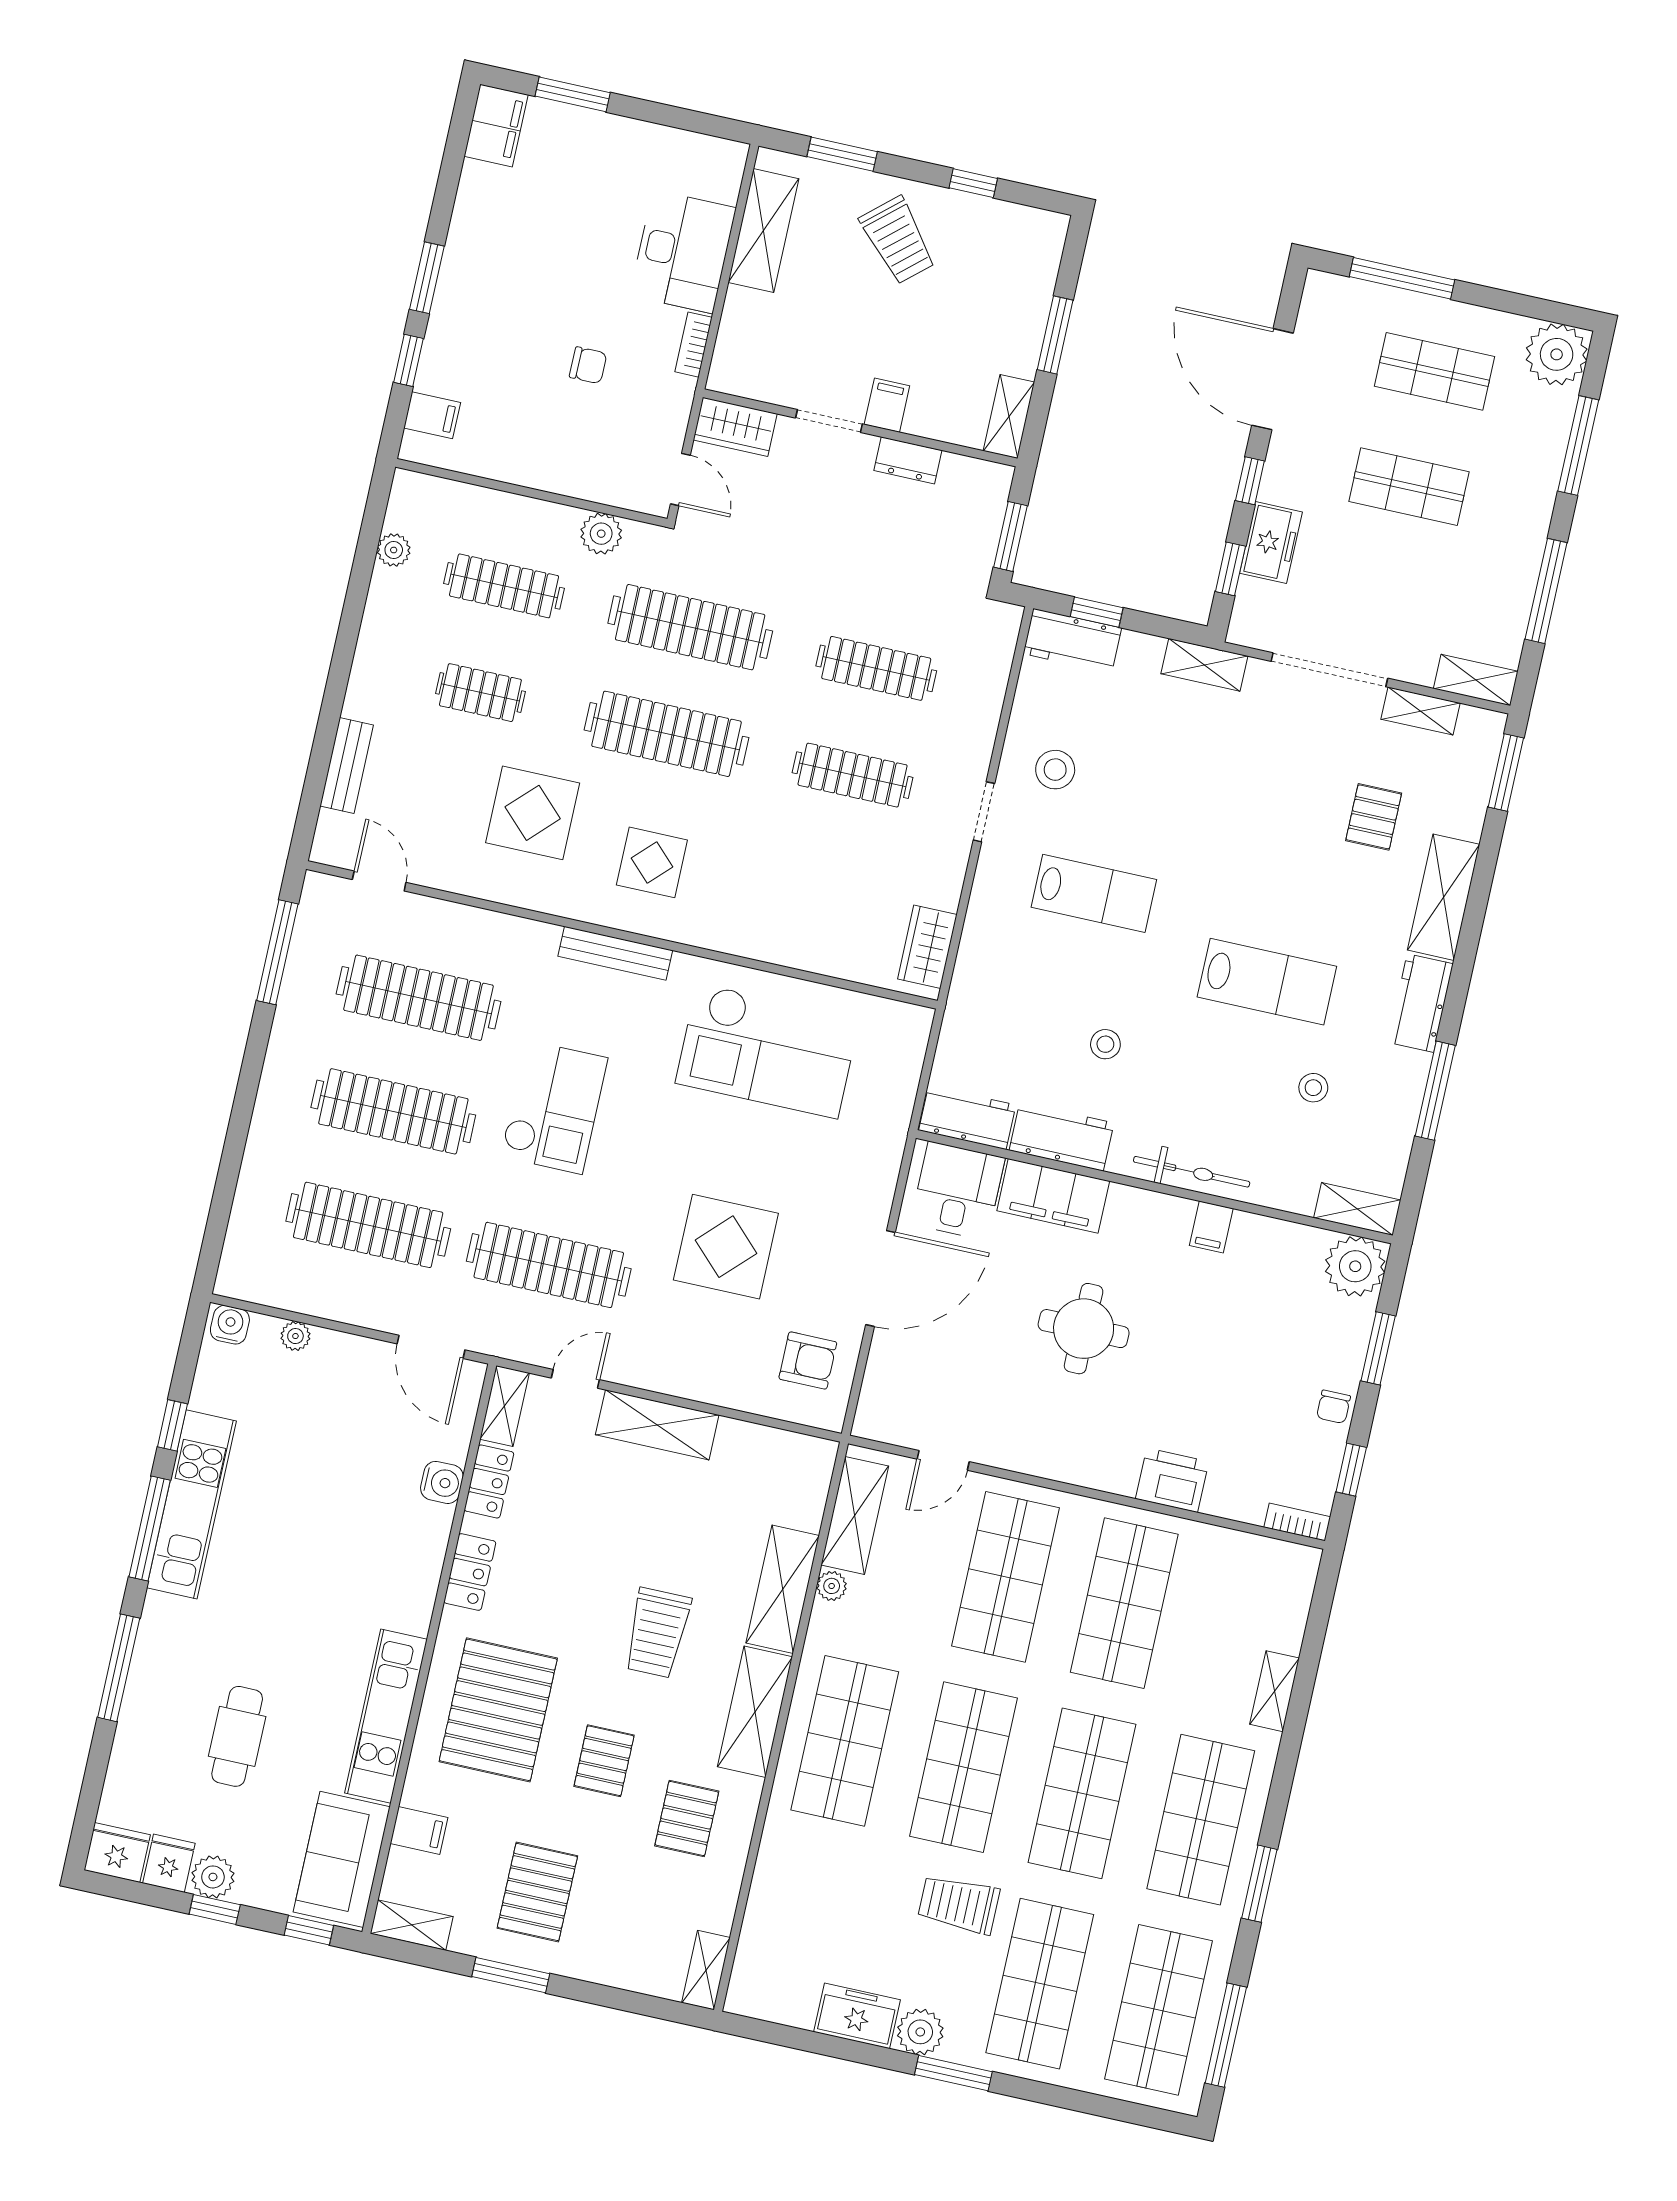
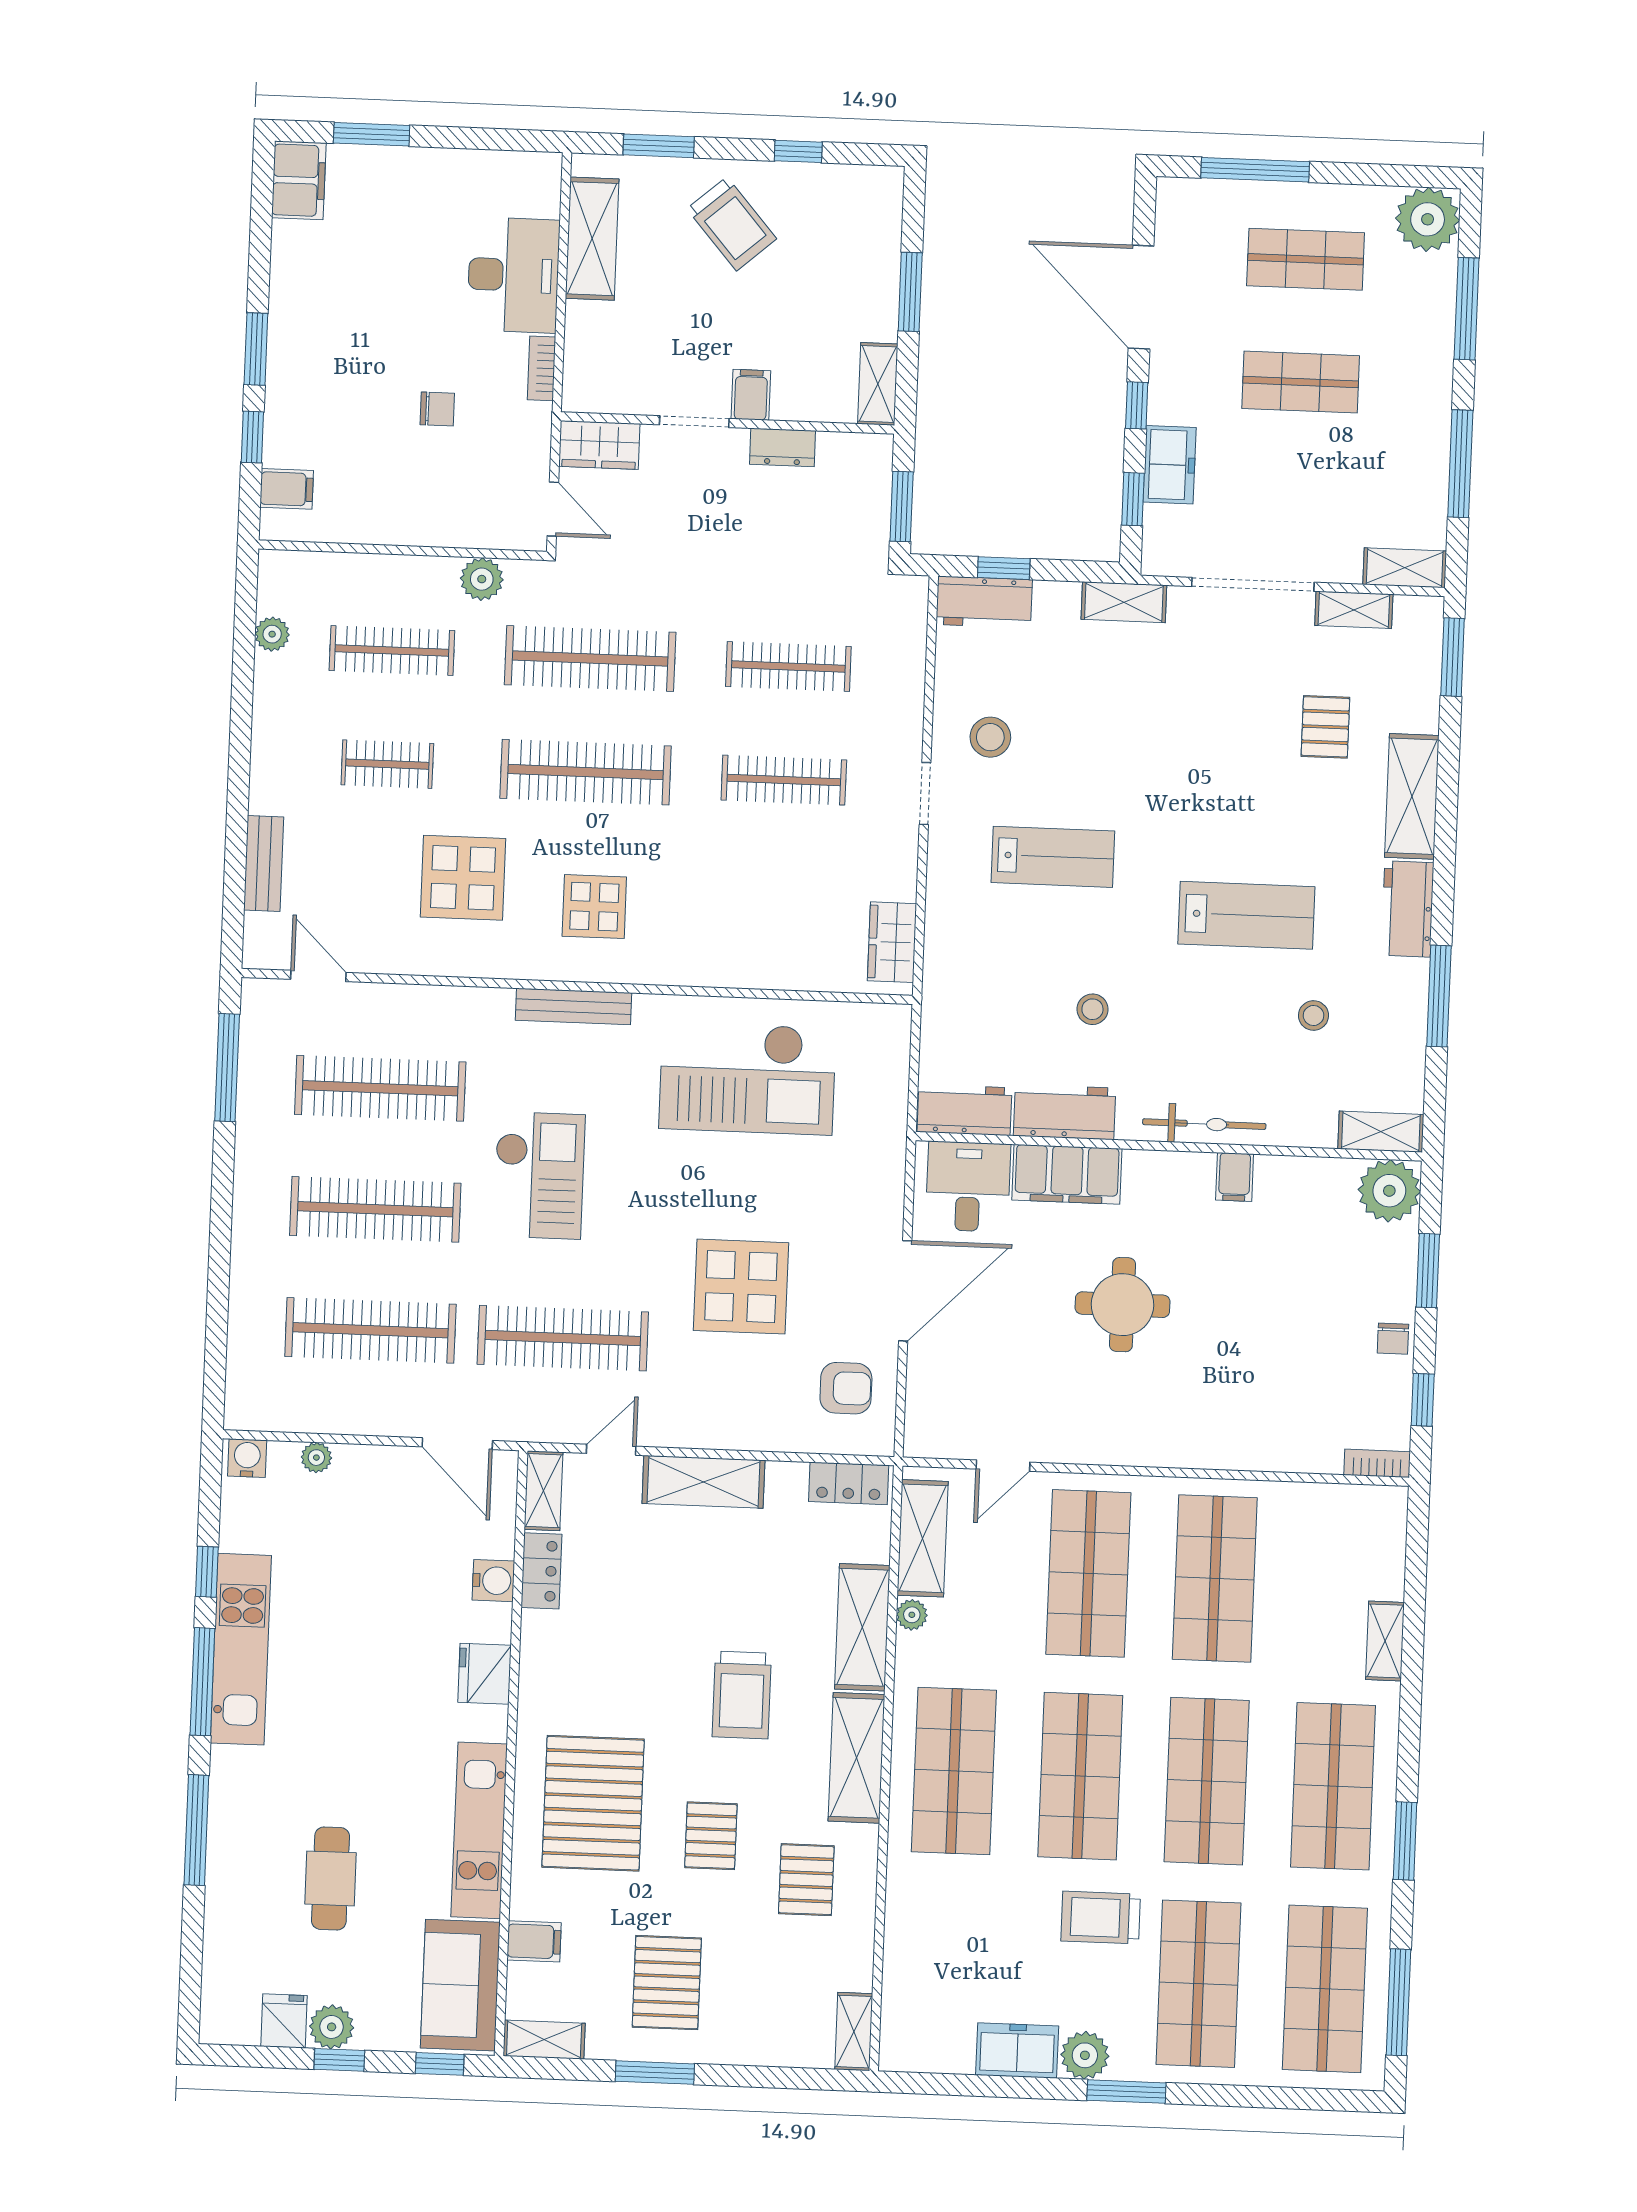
printer: (1172, 1480) -> (1241, 1444), removed
locker: (470, 1572) -> (849, 1483), moved, turned 90
fridge: (117, 1852) -> (485, 1674), moved, turned -90

